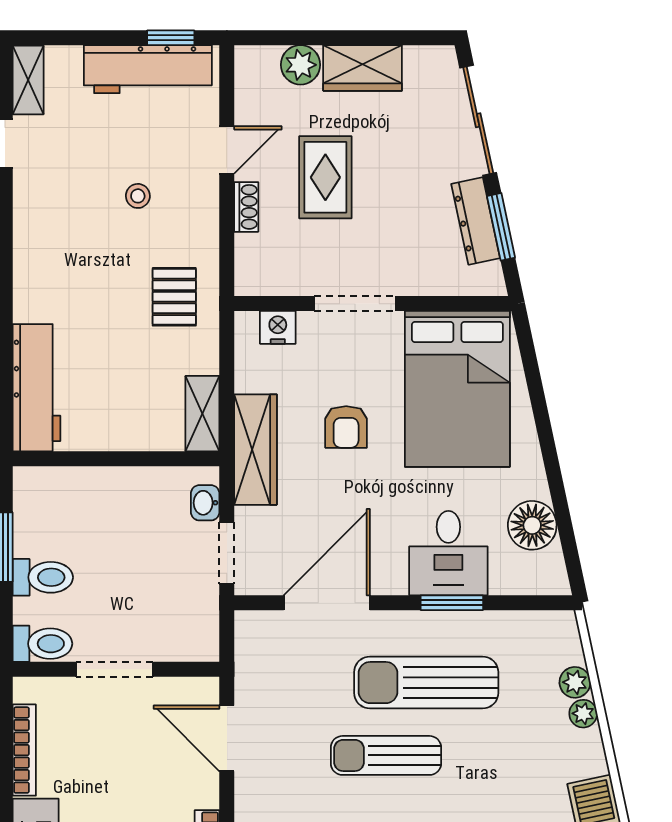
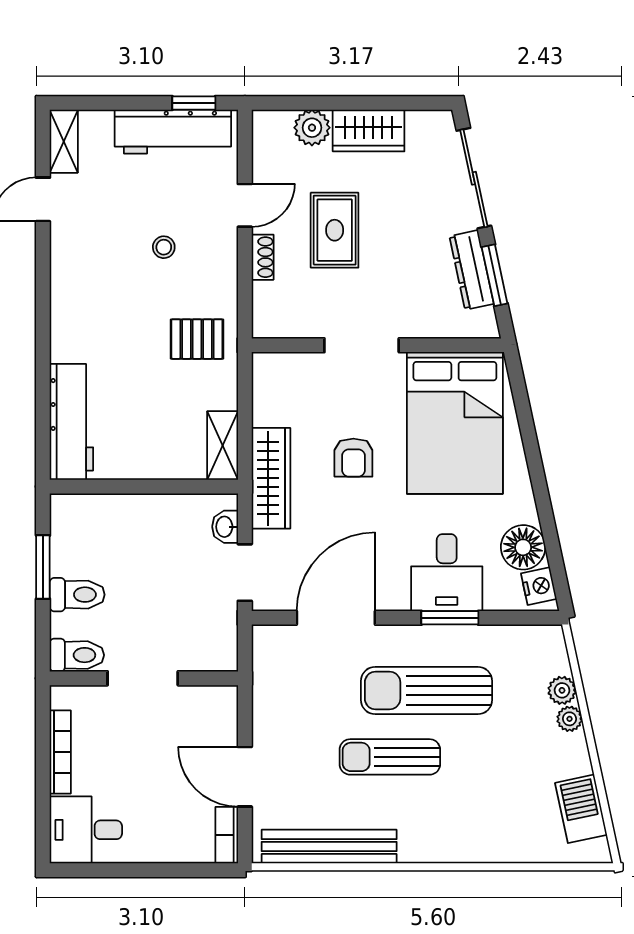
pallet: (174, 297) -> (197, 339), turned 90
nightstand: (278, 327) -> (539, 586), moved, turned 78
door: (227, 738) -> (245, 777), moved

